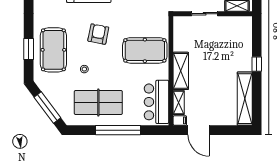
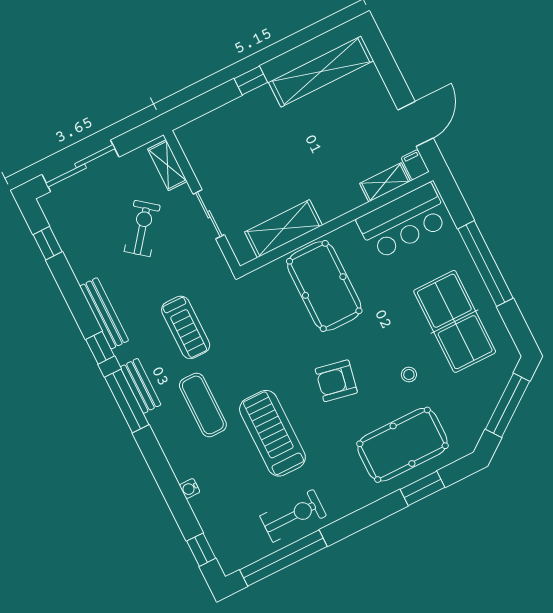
shelving: (181, 71) -> (283, 229), moved

